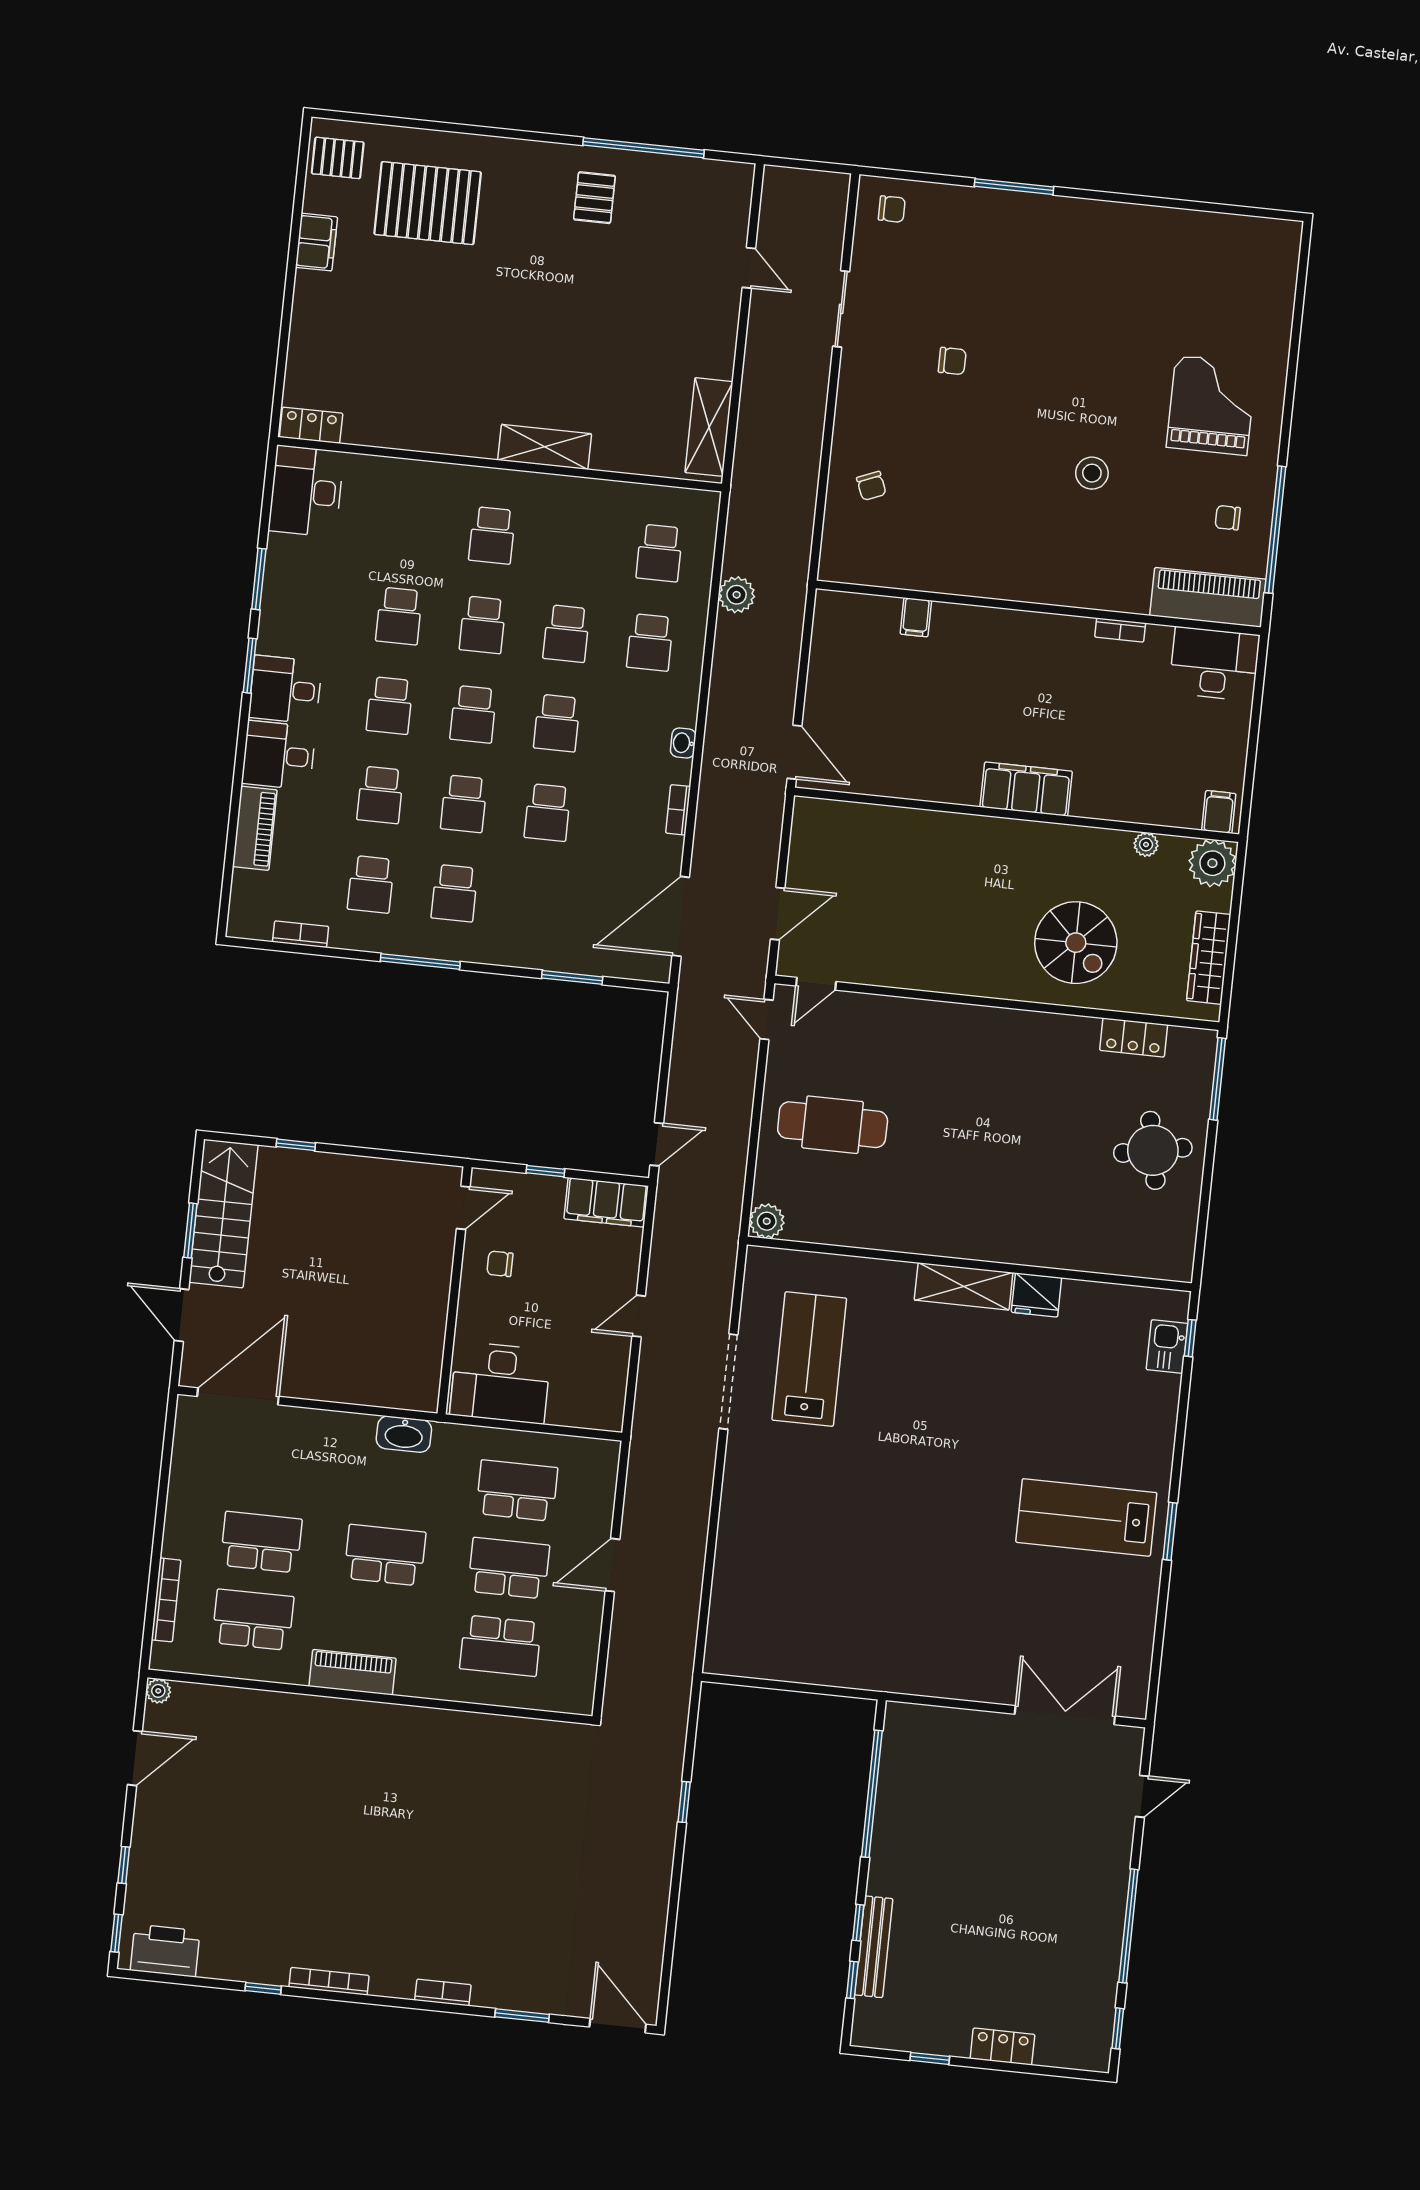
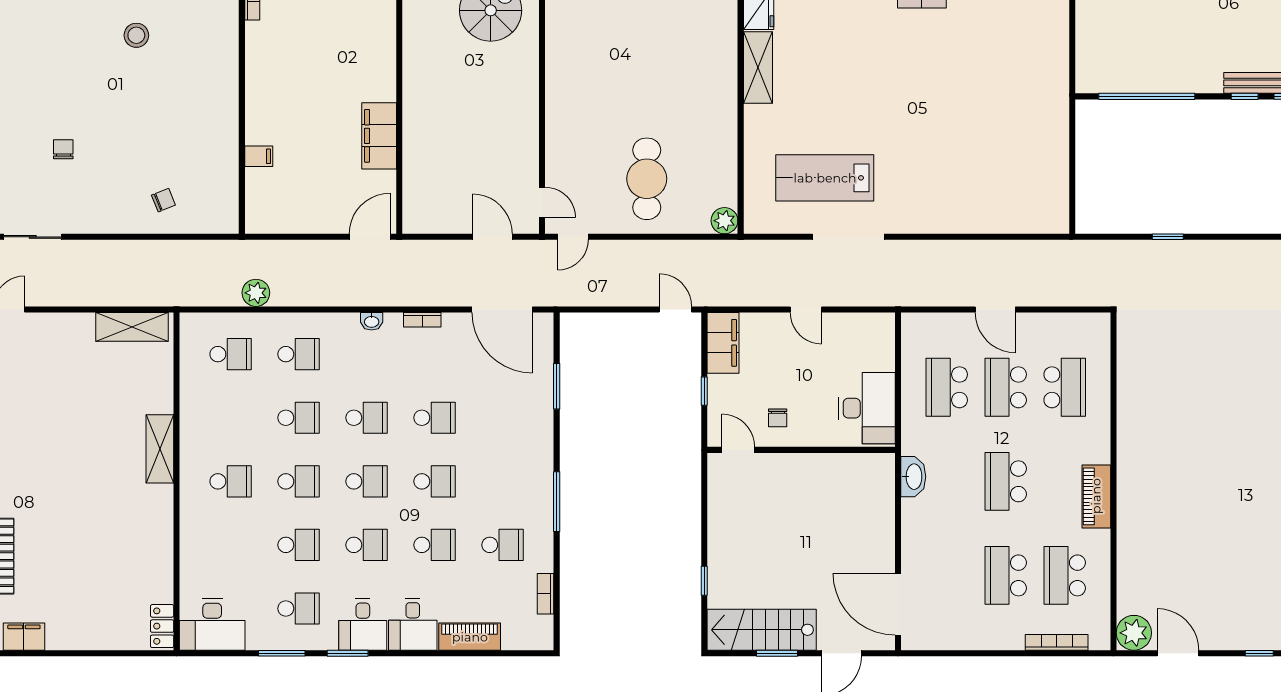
filing cabinet: (1026, 789) -> (379, 136), moved
school desk: (454, 893) -> (299, 609), moved
plant: (158, 1691) -> (1134, 633), width x1.87, depth x1.87

